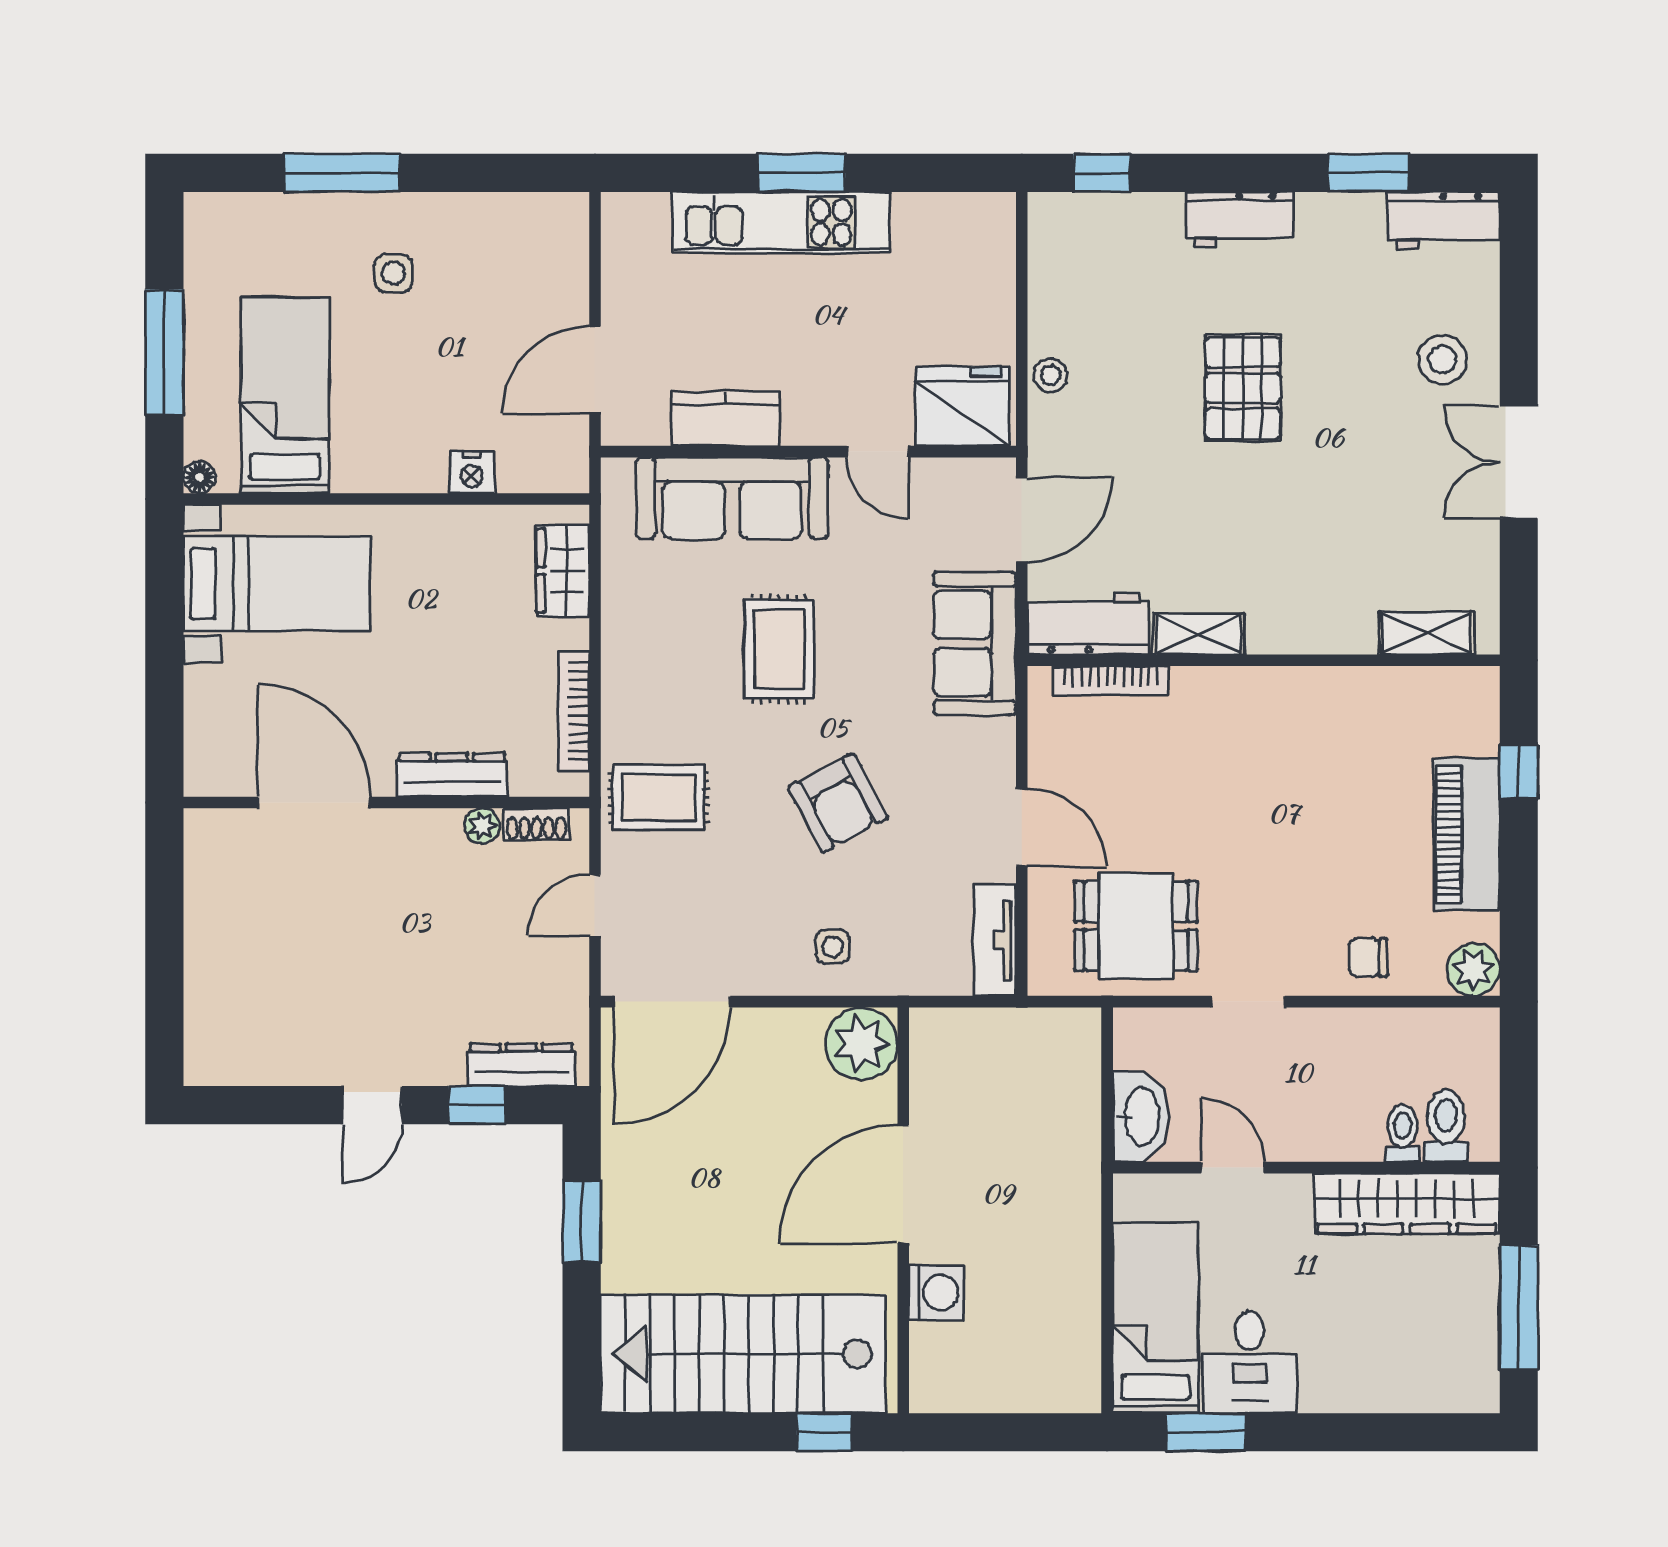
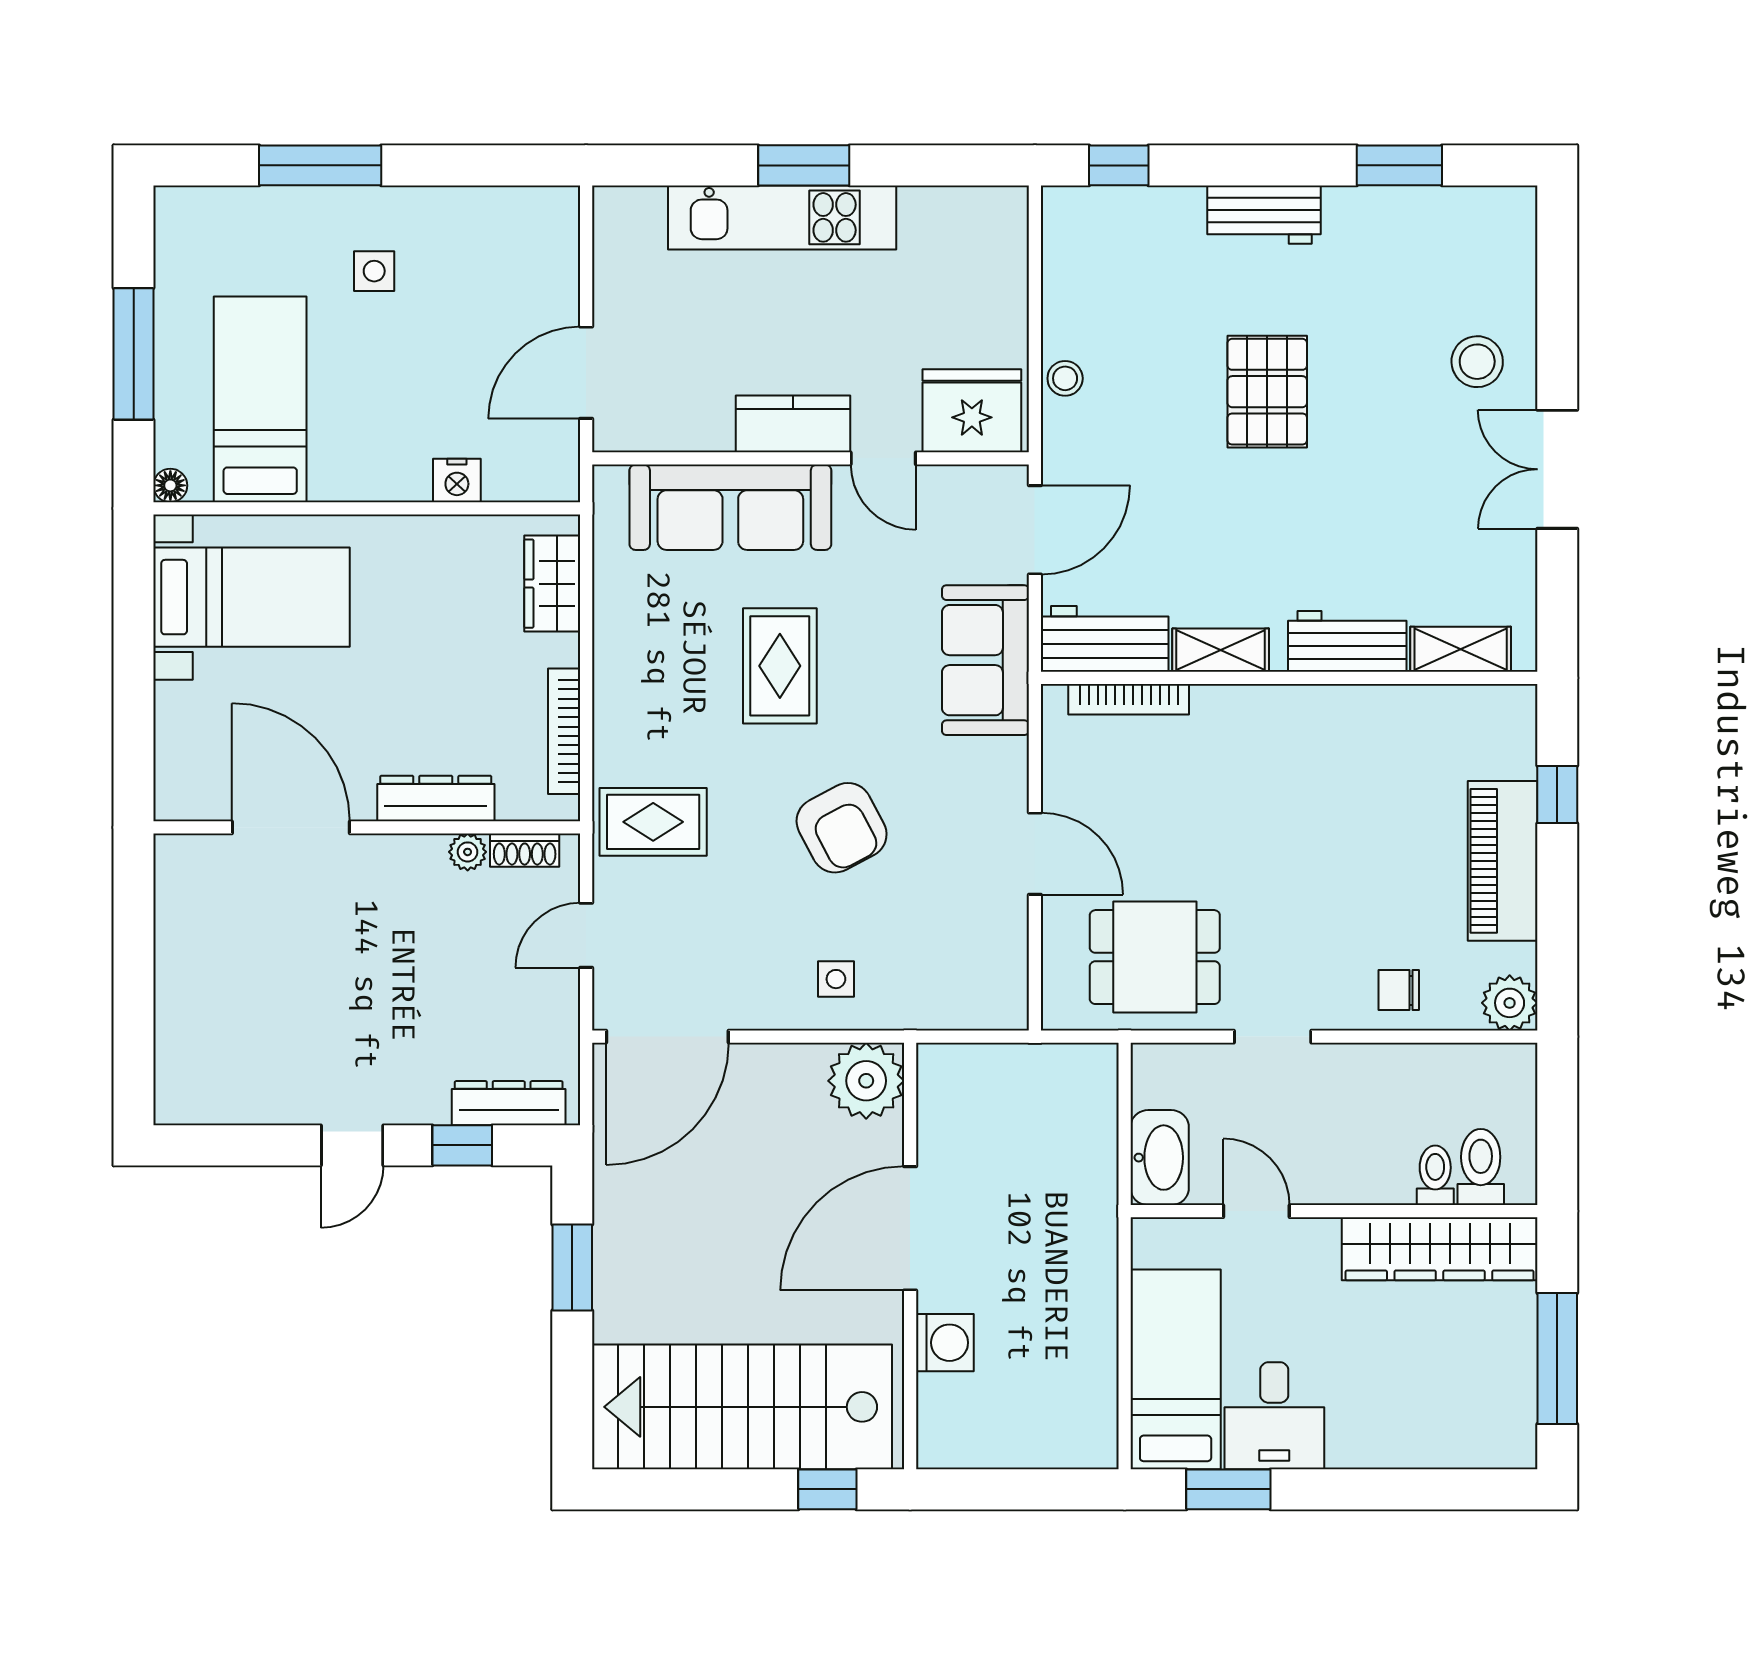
workbench: (1444, 221) -> (1347, 641), moved, turned 180
kitchen counter: (725, 419) -> (793, 424), moved
tv unit: (995, 940) -> (1006, 972), removed

